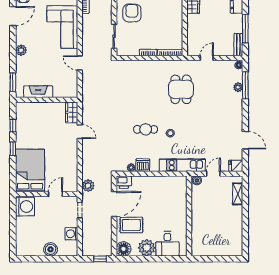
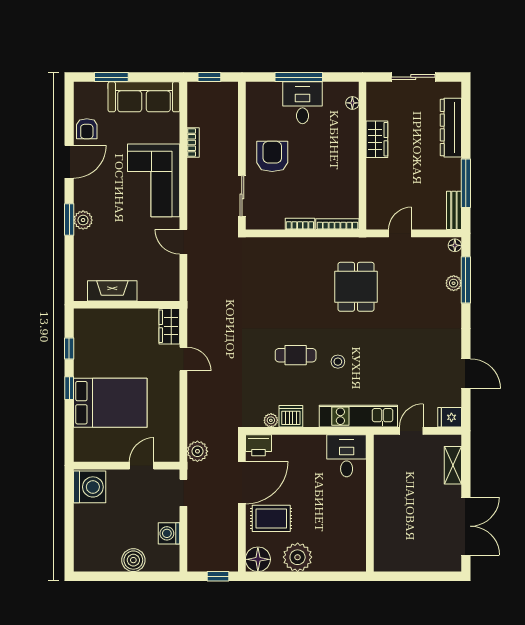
window: (13, 82) -> (69, 219), moved
bed: (30, 170) -> (110, 403), moved, turned 90
boiler: (197, 180) -> (383, 442), removed
double door: (245, 230) -> (466, 526), added
desk: (168, 244) -> (347, 456), moved, turned 180

